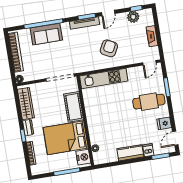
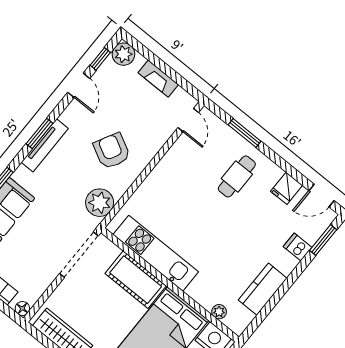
door: (108, 13) -> (79, 85), moved
plant: (133, 17) -> (124, 54), moved
plant: (86, 64) -> (100, 203), added
kitchen unit: (104, 79) -> (156, 253), moved, turned -90
cafe table: (149, 102) -> (237, 176), width x0.73, depth x0.74
door: (175, 138) -> (321, 196), hinge flipped
kitchen counter: (130, 153) -> (263, 289), moved

